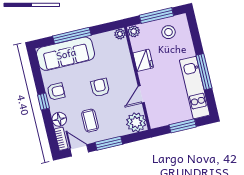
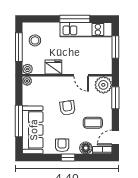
armchair: (100, 88) -> (67, 108), turned 82
window: (109, 143) -> (115, 98), moved

